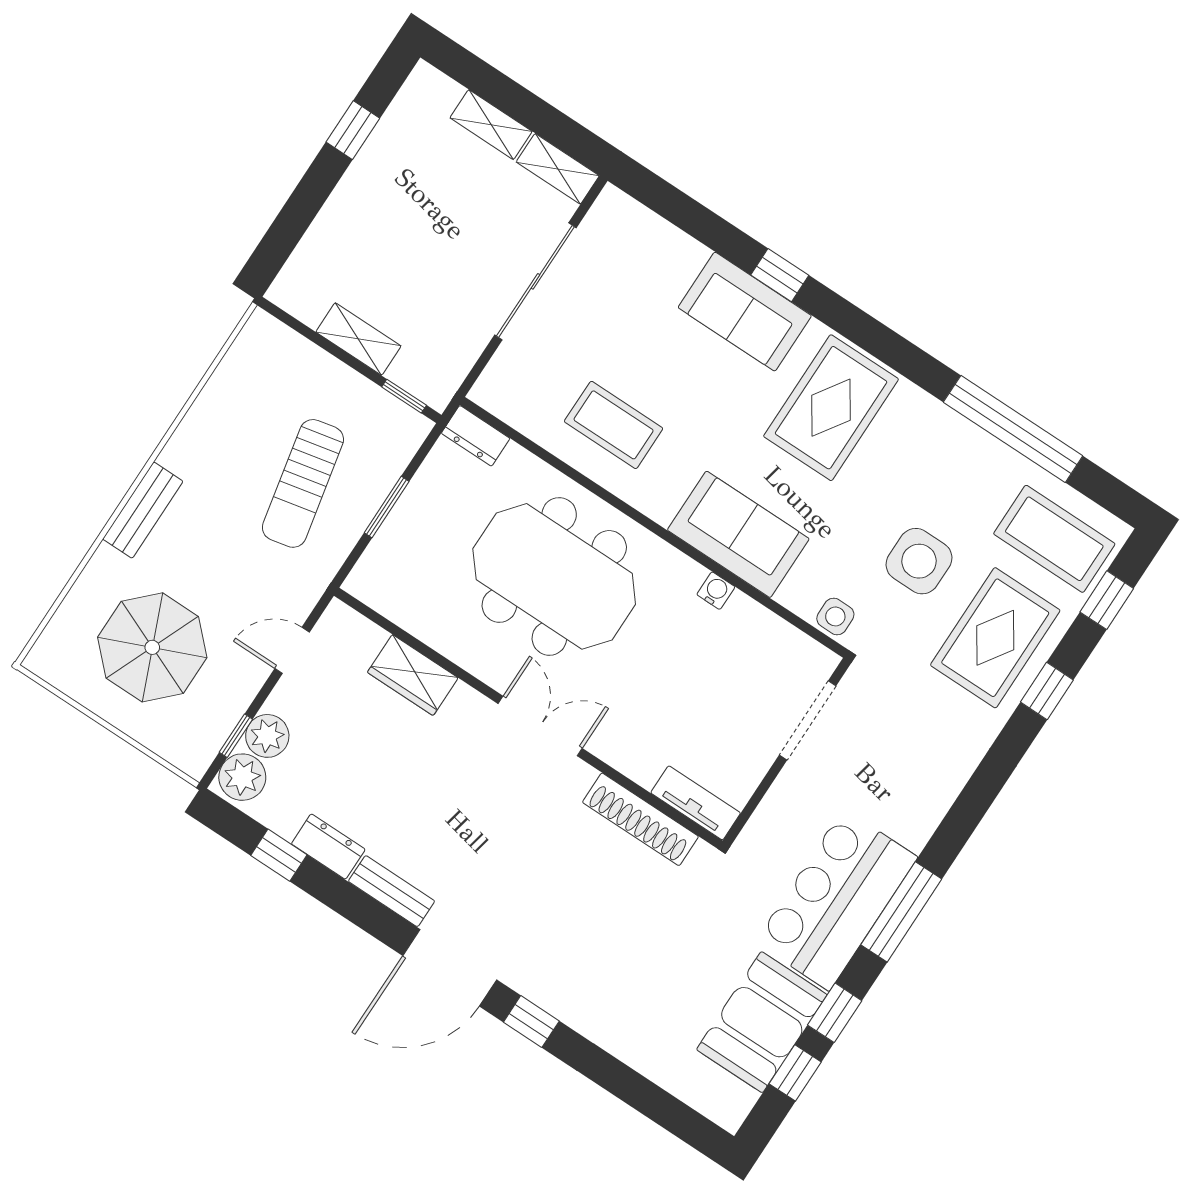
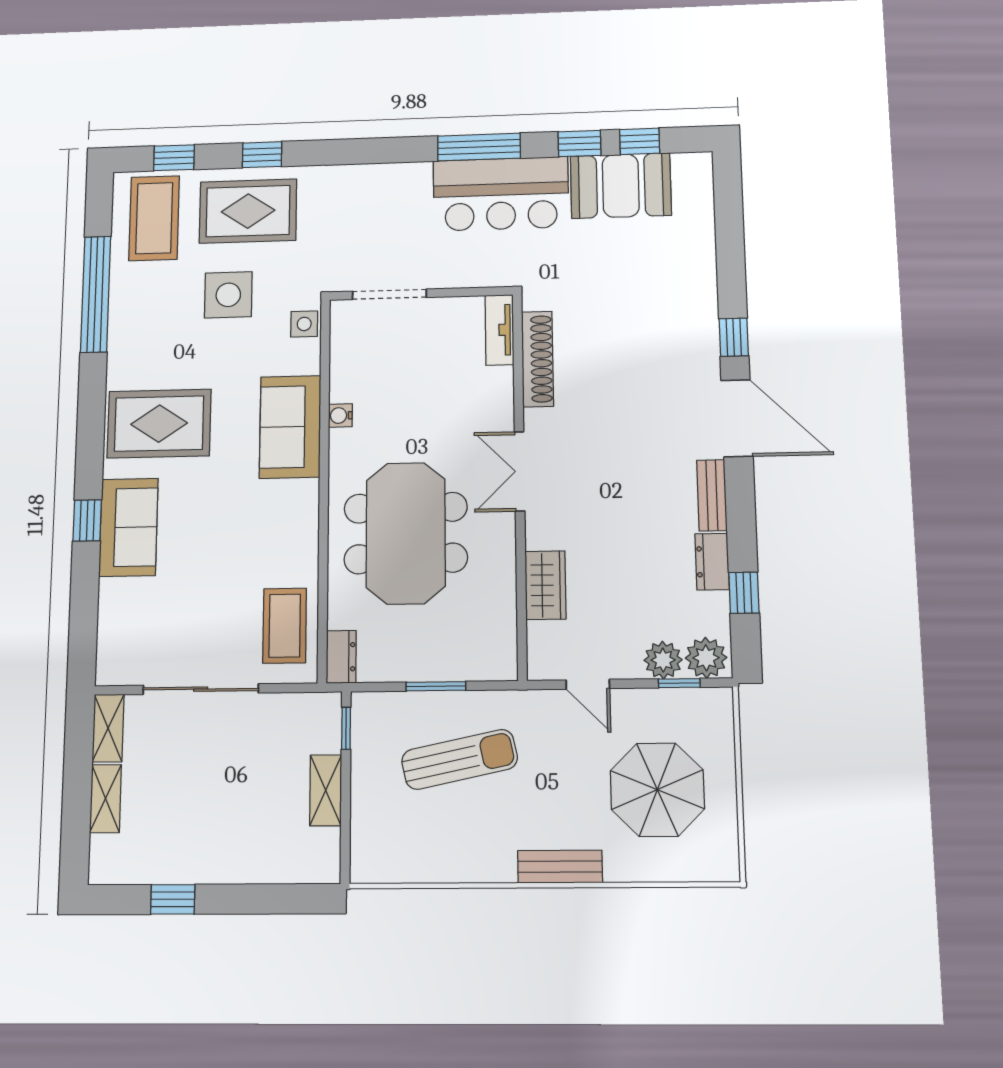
coffee table: (614, 425) -> (285, 626), moved

